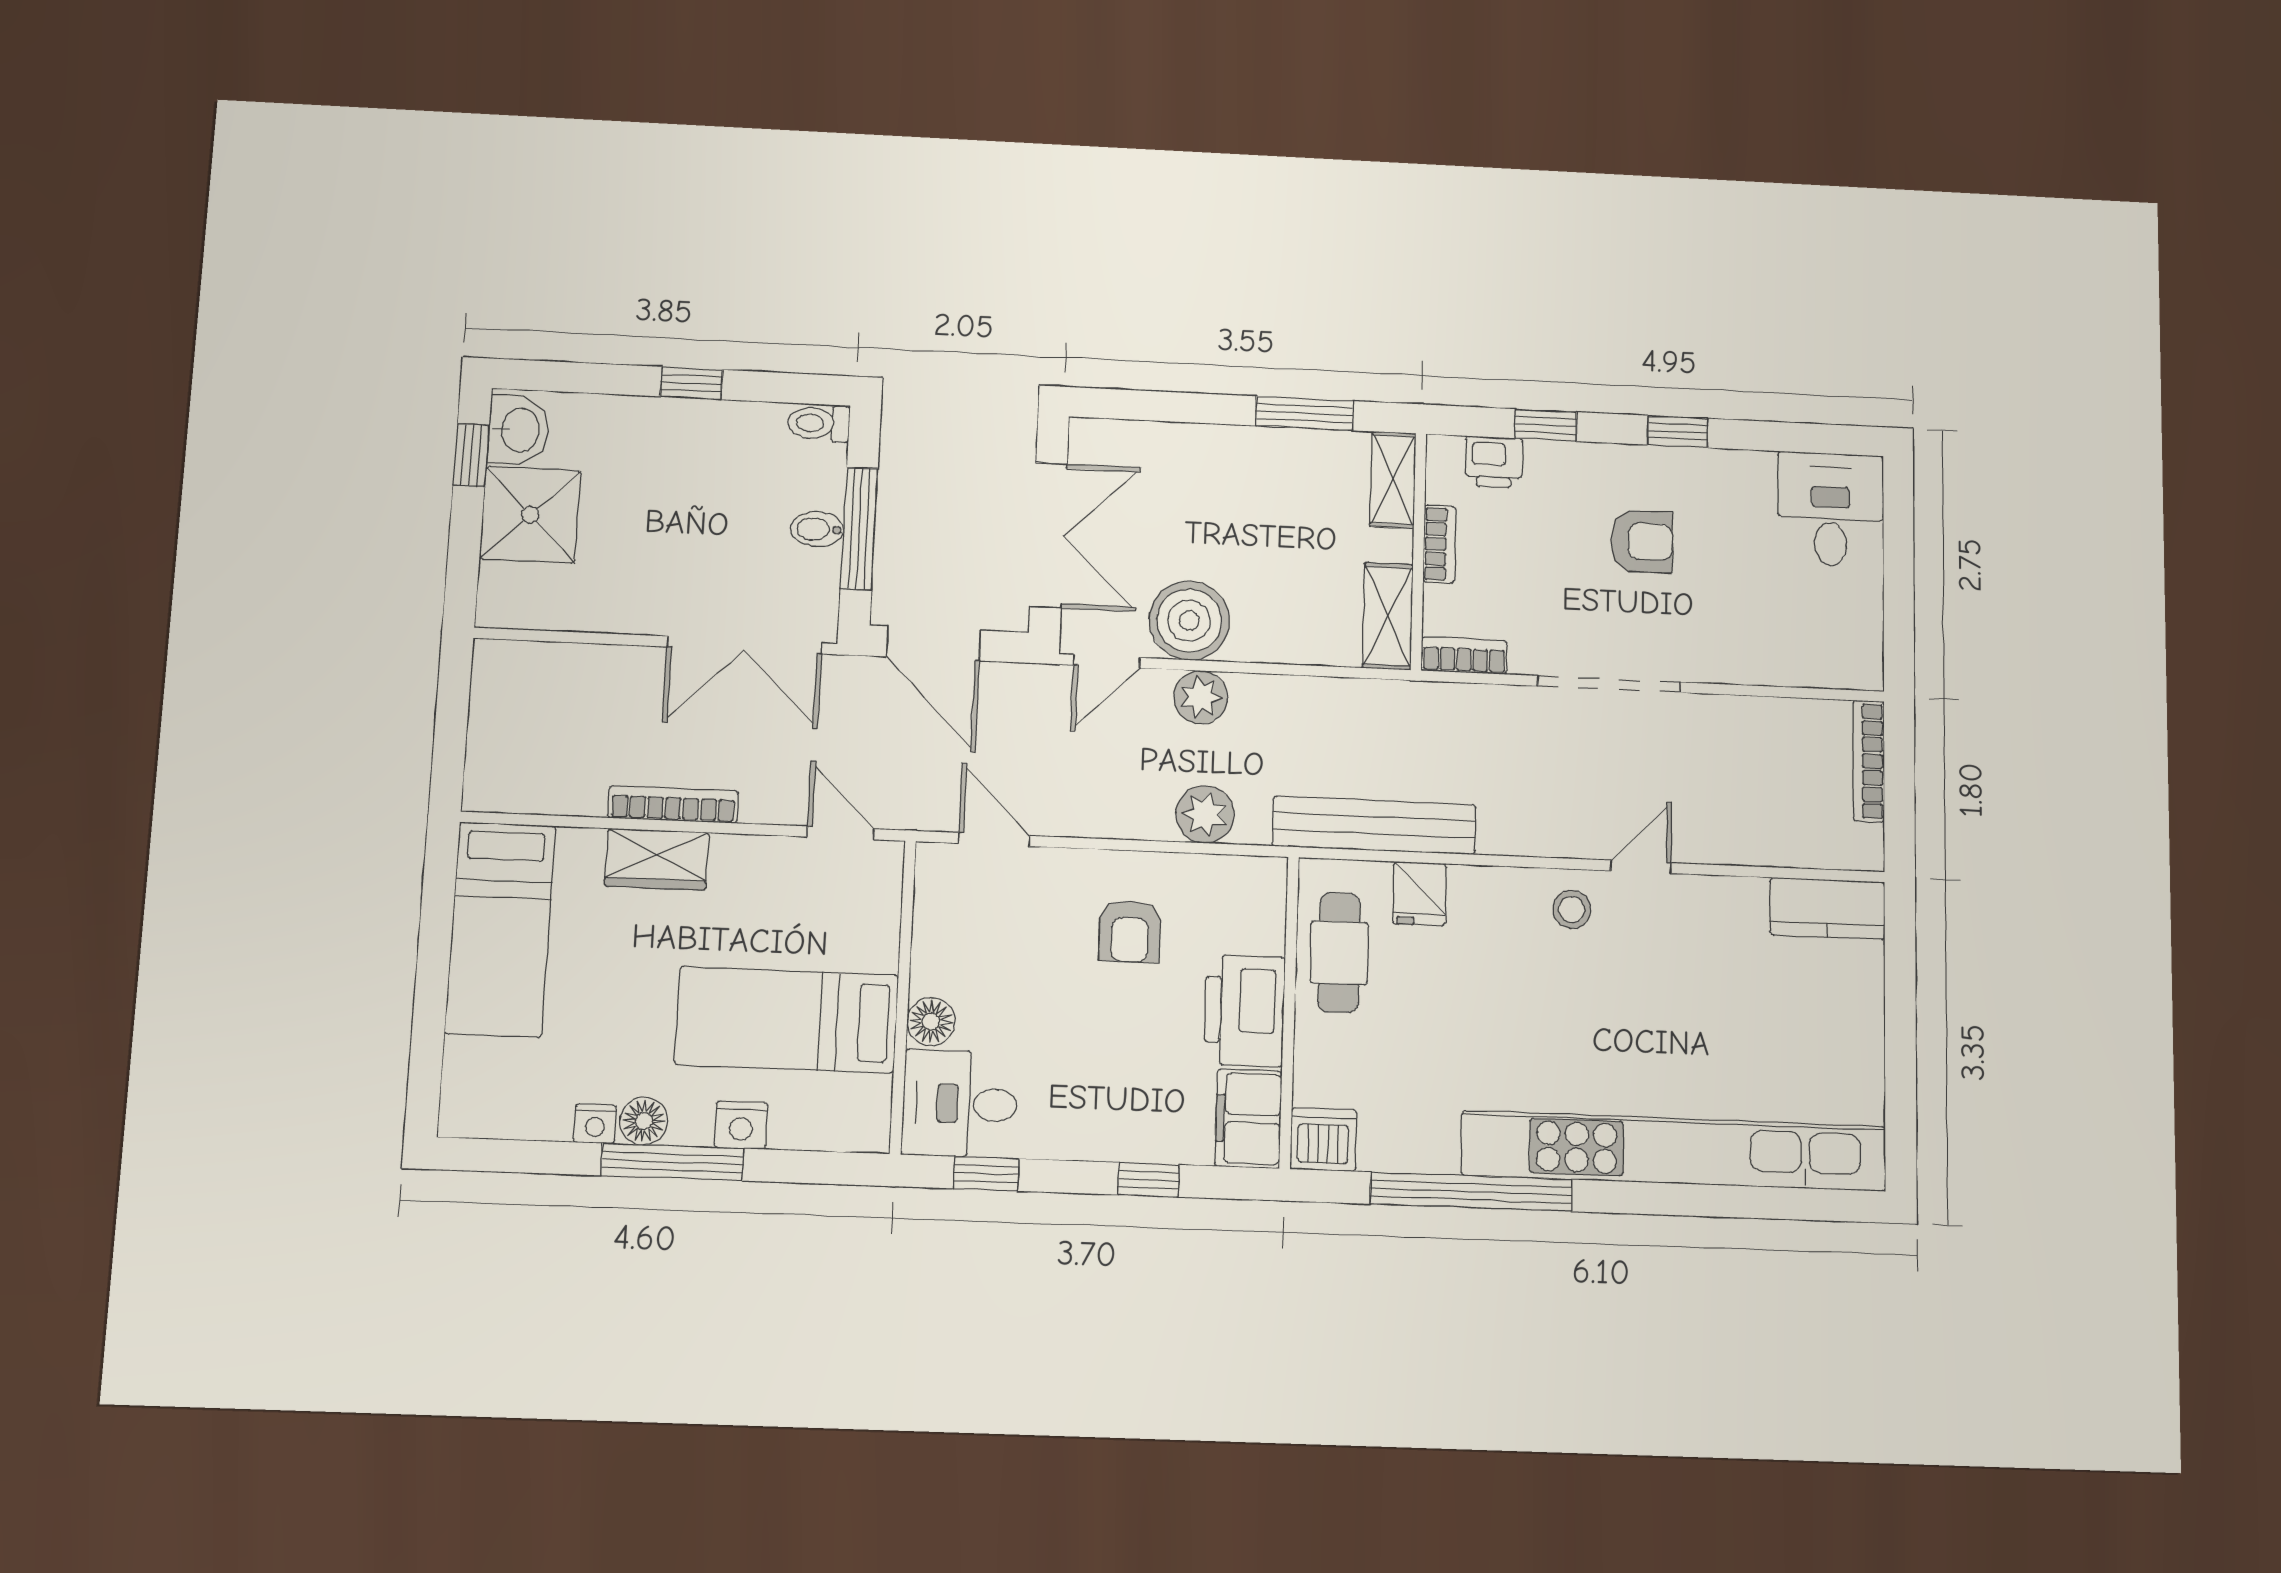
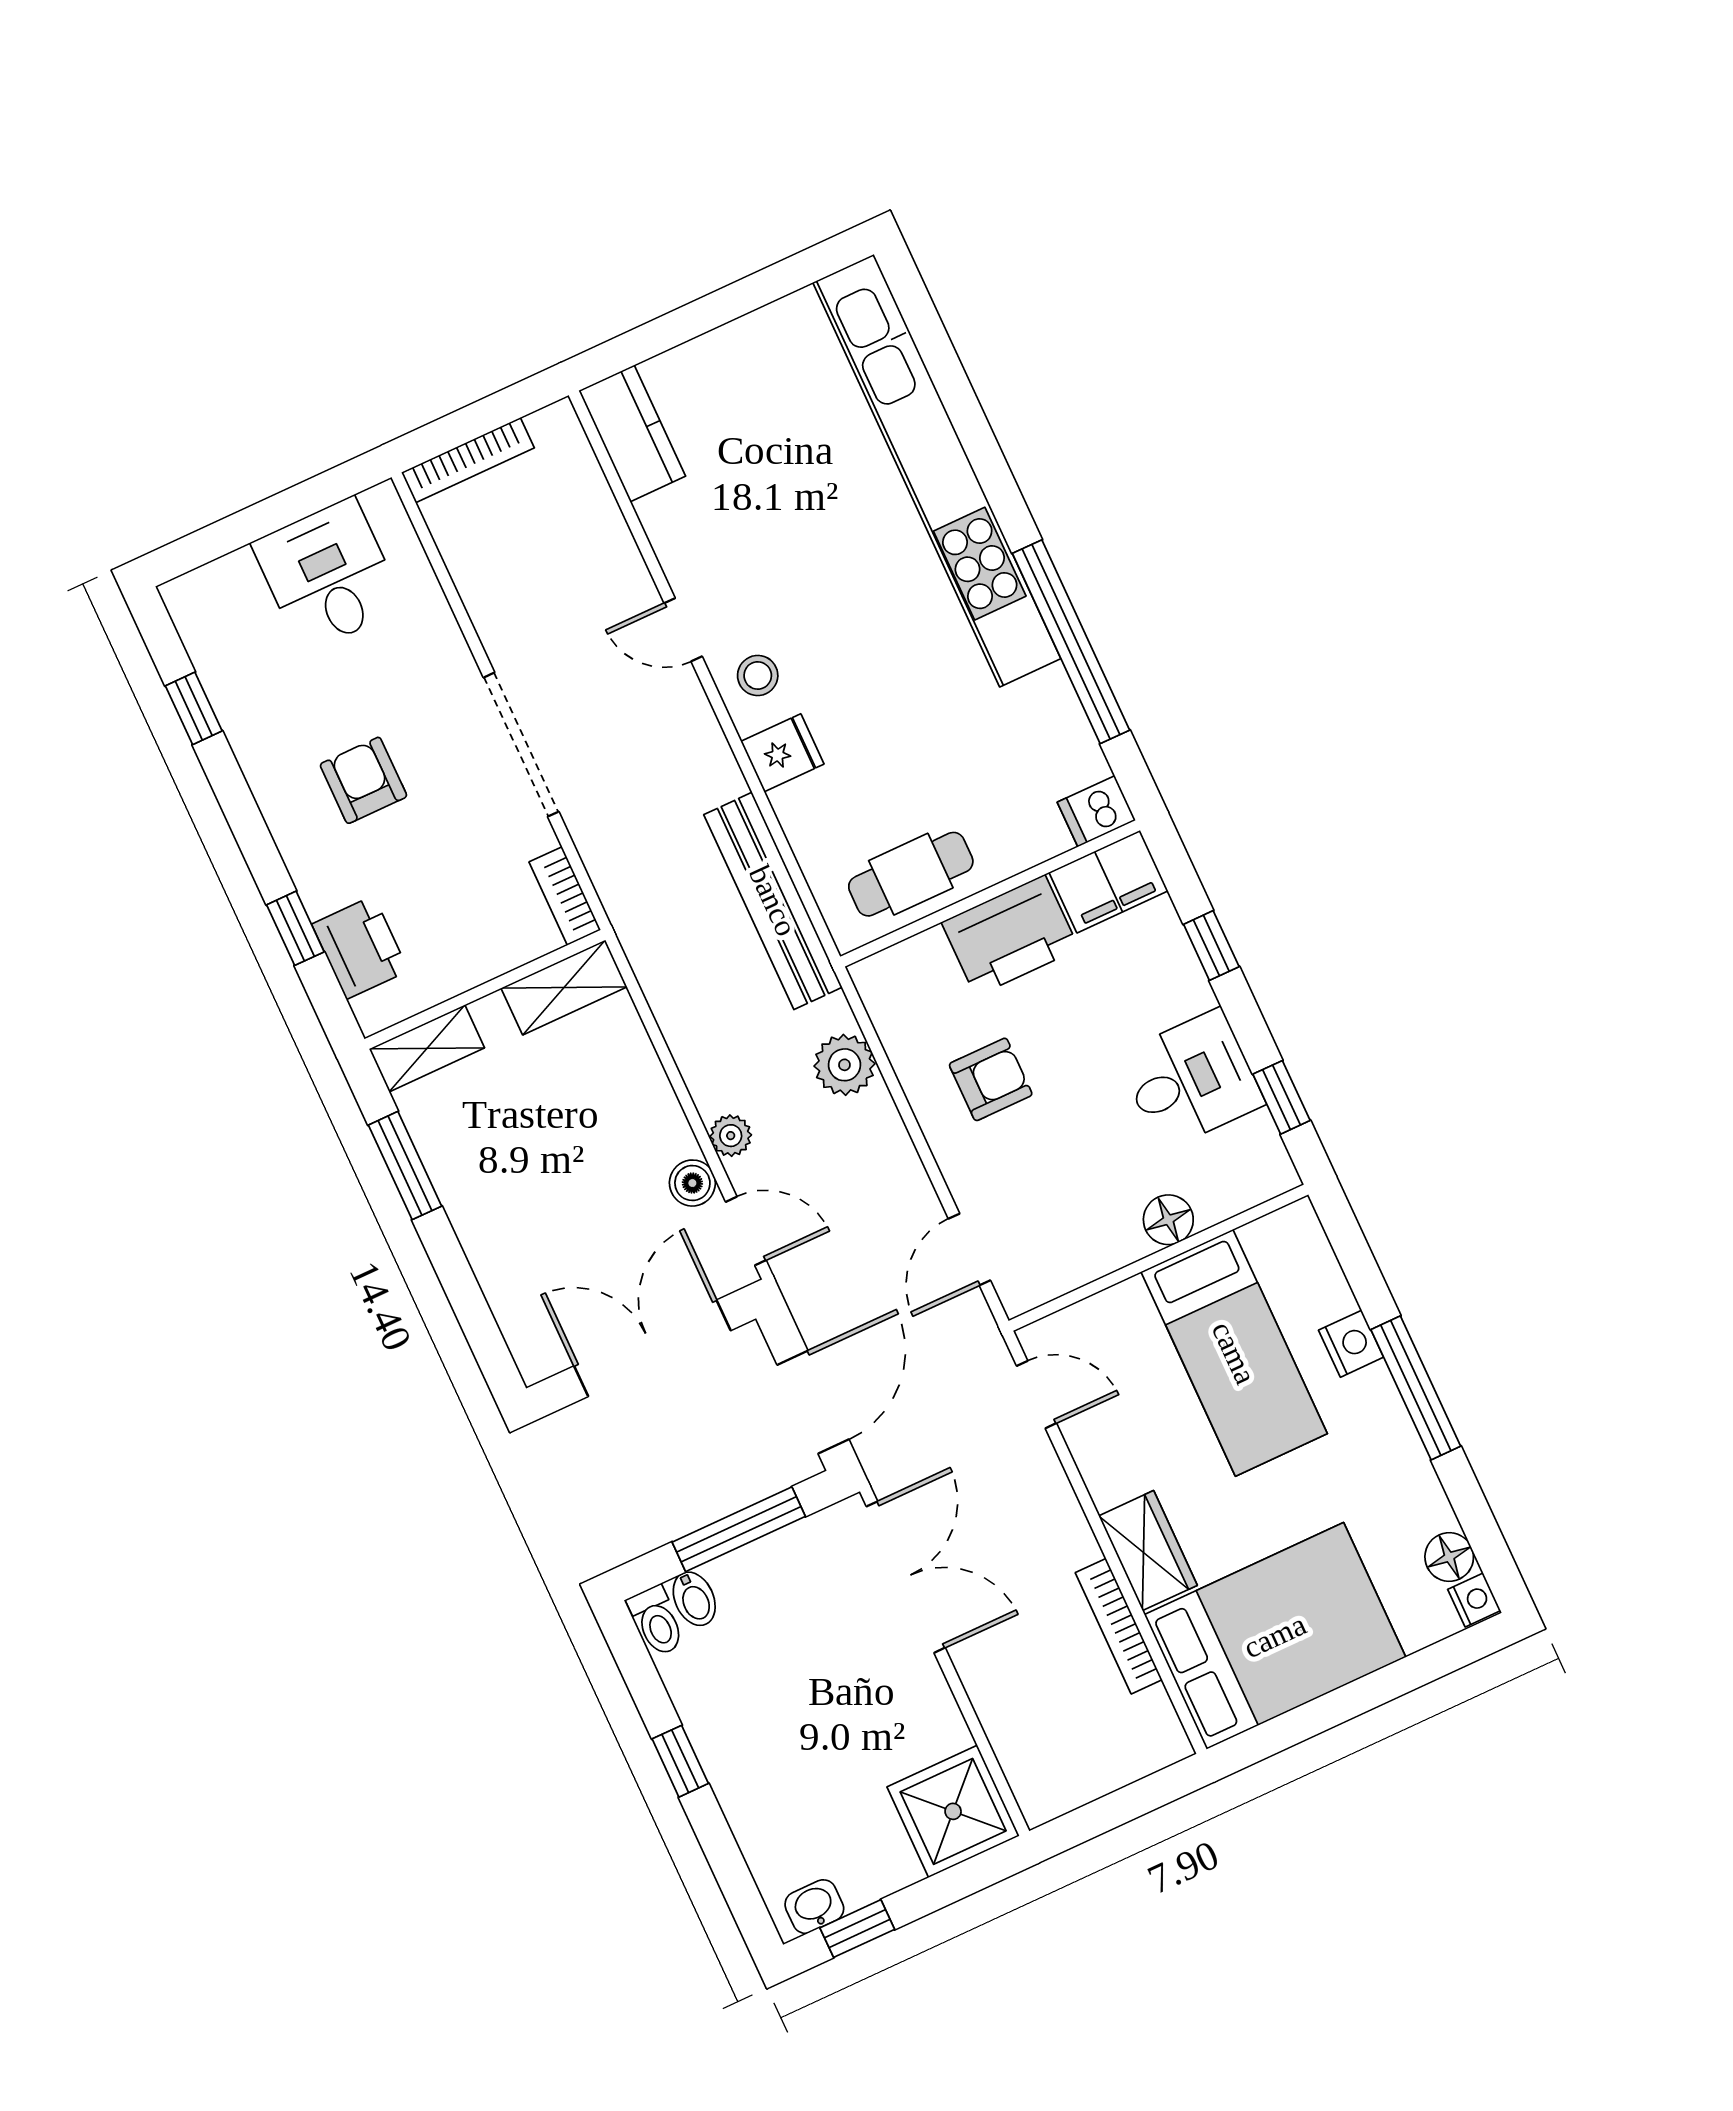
washbasin: (519, 430) -> (814, 1907), width x0.72, depth x0.69
window: (1678, 432) -> (194, 708), moved
printer: (1494, 462) -> (360, 947), width x1.36, depth x1.24
desk: (1831, 510) -> (328, 575), moved, turned 90
shower: (530, 515) -> (953, 1811), moved
bidet: (817, 529) -> (694, 1599), moved
bookcase: (1439, 544) -> (467, 973), removed
boiler: (1189, 621) -> (692, 1183), width x0.54, depth x0.54
plant: (1201, 697) -> (731, 1136), width x0.73, depth x0.73
bookcase: (673, 804) -> (1119, 1626), moved
door: (841, 833) -> (1037, 1395), swing flipped
fridge: (1419, 894) -> (782, 753), moved
bed: (500, 929) -> (1275, 1636), width x1.50
desk: (960, 1104) -> (1191, 1080), moved, turned -90
floor lamp: (644, 1121) -> (1449, 1557), moved
nightstand: (595, 1124) -> (1474, 1600), moved
dishwasher: (1323, 1139) -> (1096, 811), width x0.73

